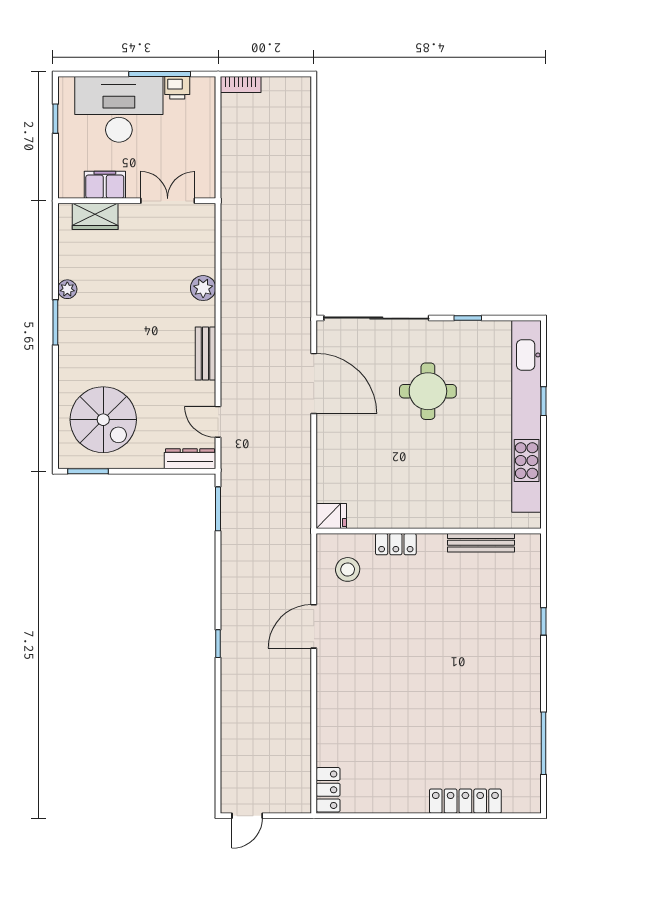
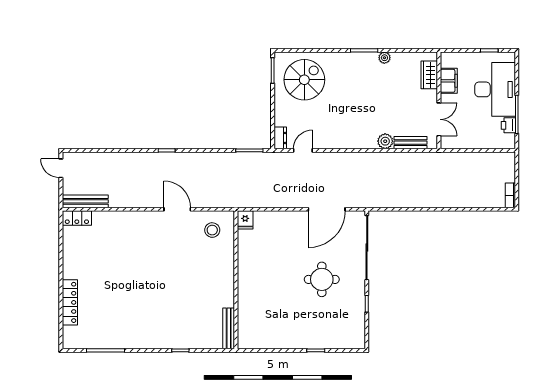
bookcase: (241, 84) -> (510, 195), moved
bench: (206, 353) -> (410, 143), moved
kitchen unit: (527, 416) -> (306, 340), removed
spiral stairs: (103, 420) -> (304, 80), turned 180
dresser: (190, 459) -> (280, 138), width x0.70
bench: (481, 543) -> (229, 328), moved
locker: (396, 544) -> (228, 260), removed
bench: (301, 776) -> (85, 201), added

